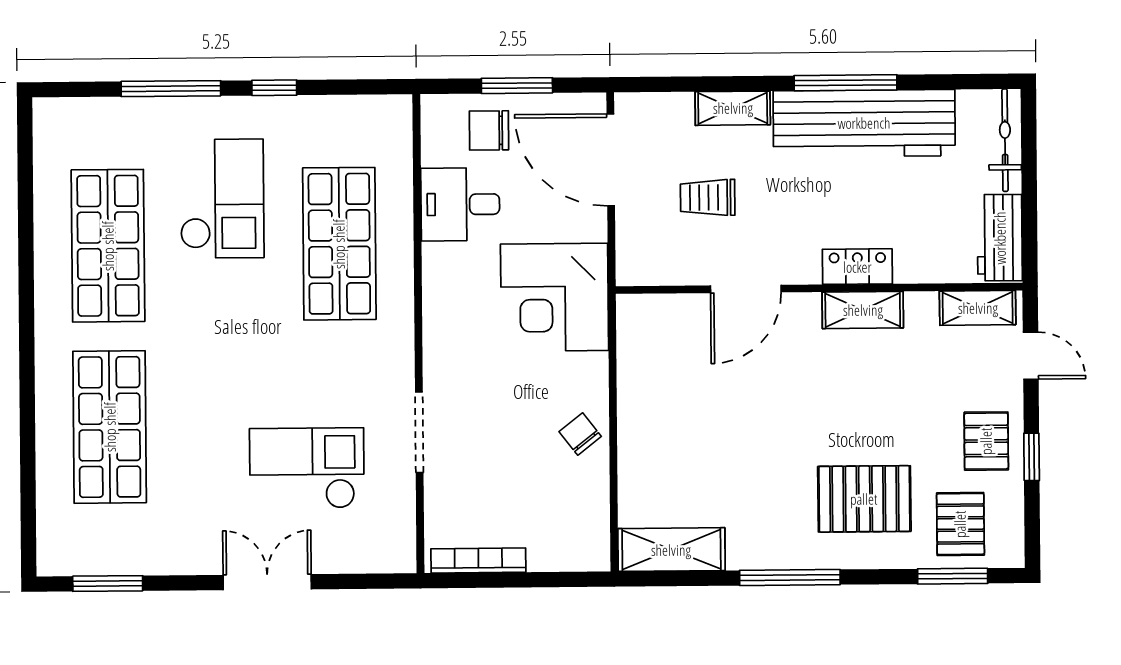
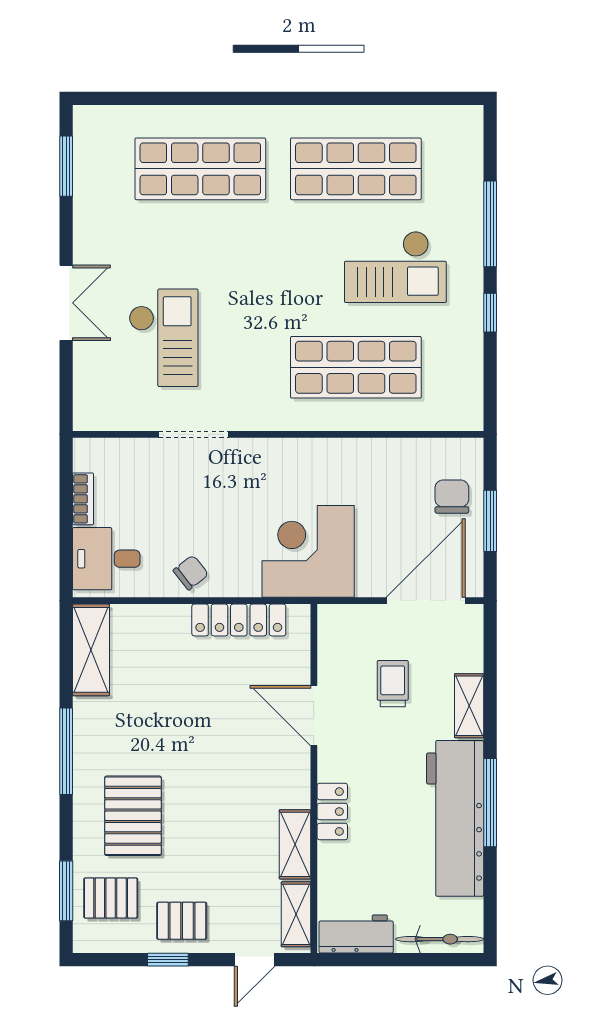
desk: (460, 204) -> (106, 559), moved, turned -90
shelving: (863, 310) -> (295, 844), moved
locker: (635, 378) -> (239, 620), added
bookcase: (478, 561) -> (83, 499), width x0.64

